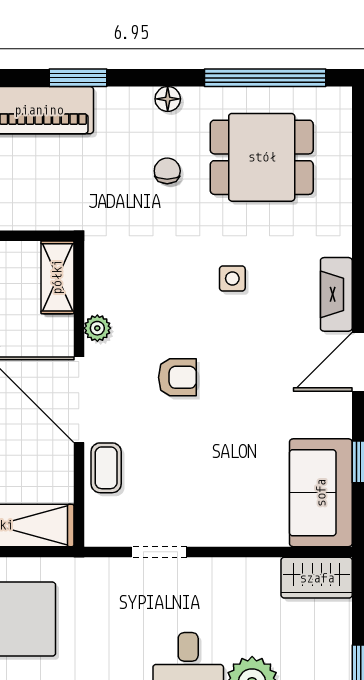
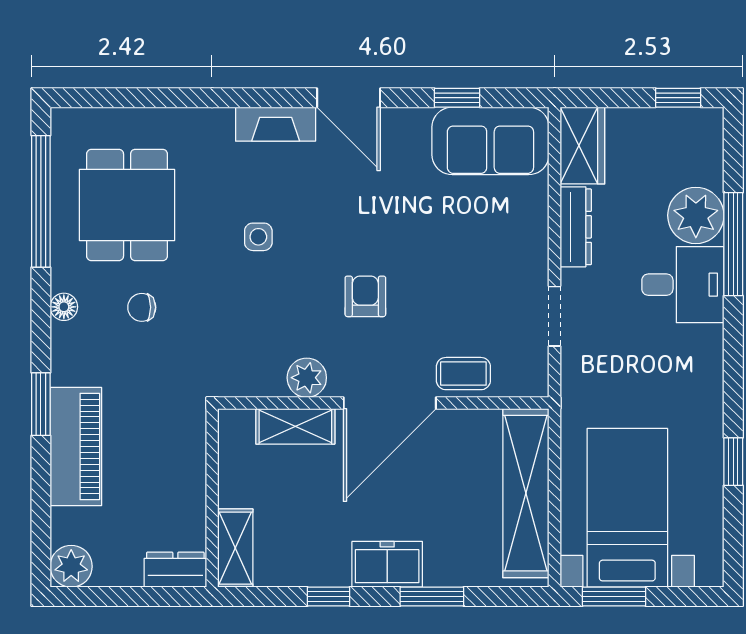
shelving: (57, 277) -> (295, 426), moved
plant: (97, 328) -> (307, 378), width x1.38, depth x1.38
dresser: (242, 572) -> (576, 227), added

